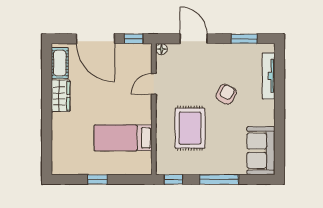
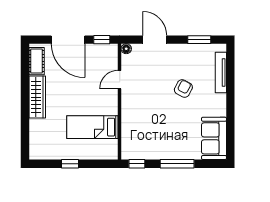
wardrobe: (61, 96) -> (37, 97), width x1.50
rug: (190, 128) -> (151, 119), removed

